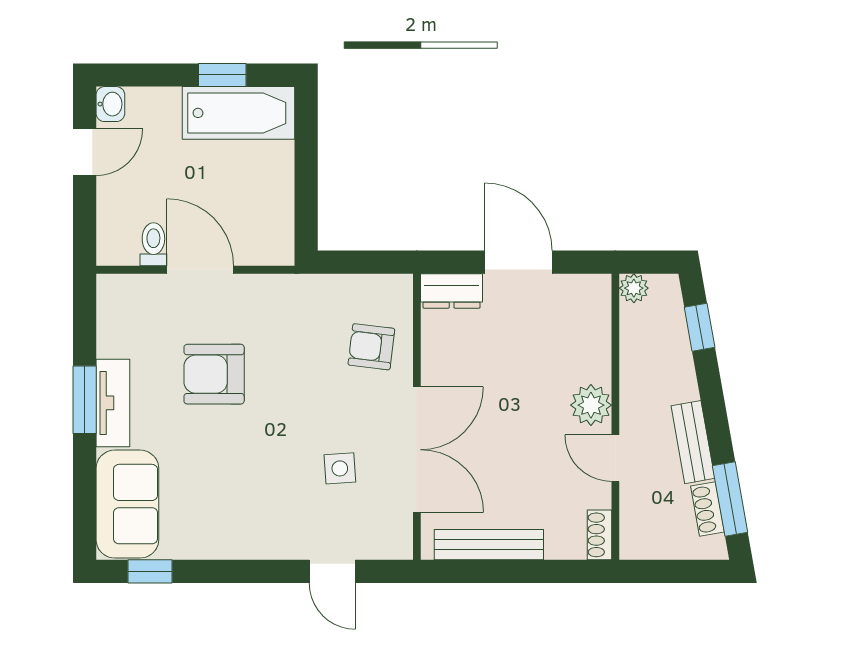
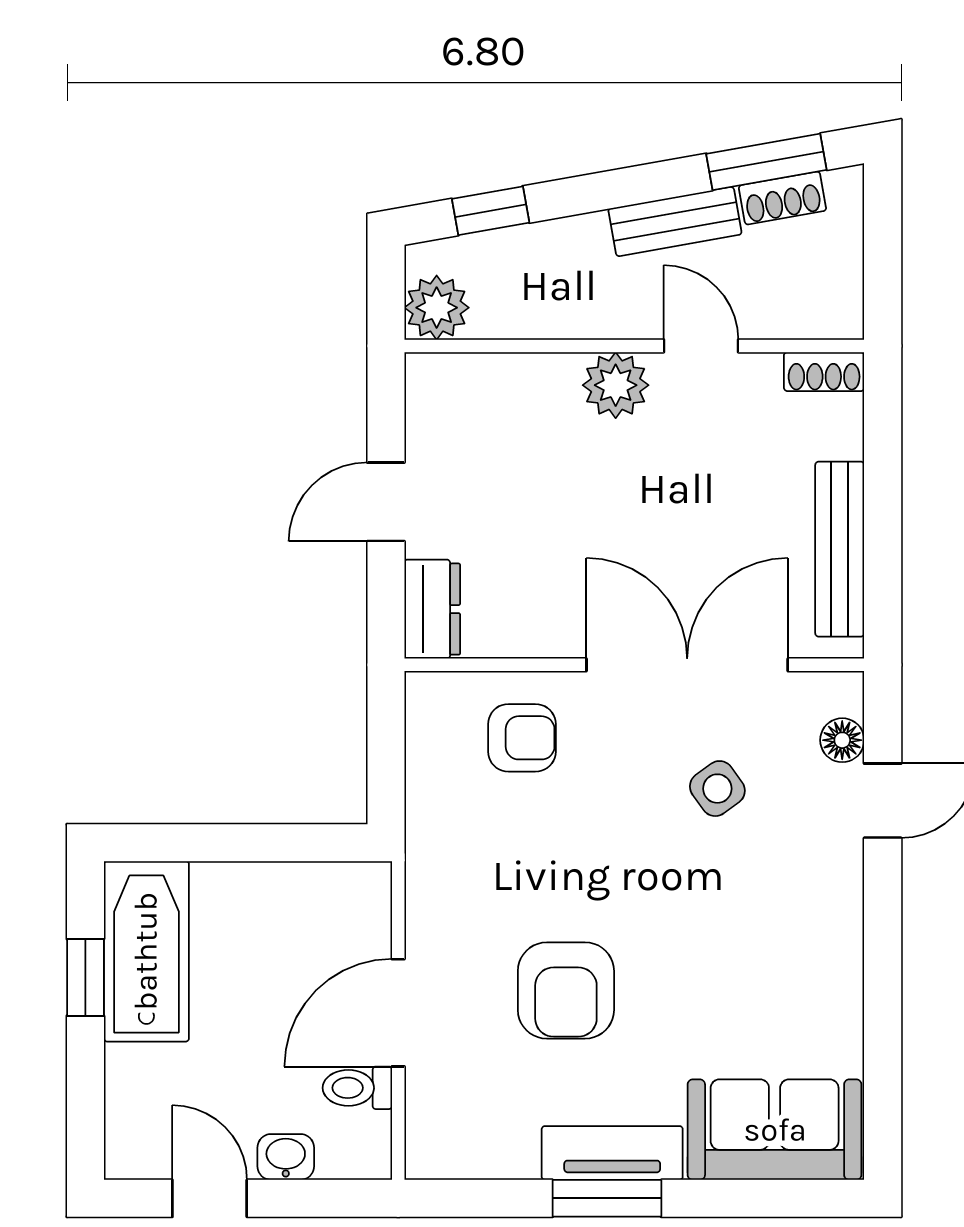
washbasin: (110, 104) -> (286, 1157), moved
door: (518, 262) -> (386, 502), width x0.73
plant: (634, 288) -> (437, 308), width x1.38, depth x1.38
armchair: (371, 347) -> (522, 738), turned -97
door: (615, 458) -> (701, 346), swing flipped
side table: (340, 468) -> (717, 789), turned -32
floor lamp: (370, 546) -> (842, 740), added
window: (150, 571) -> (883, 1093), removed

